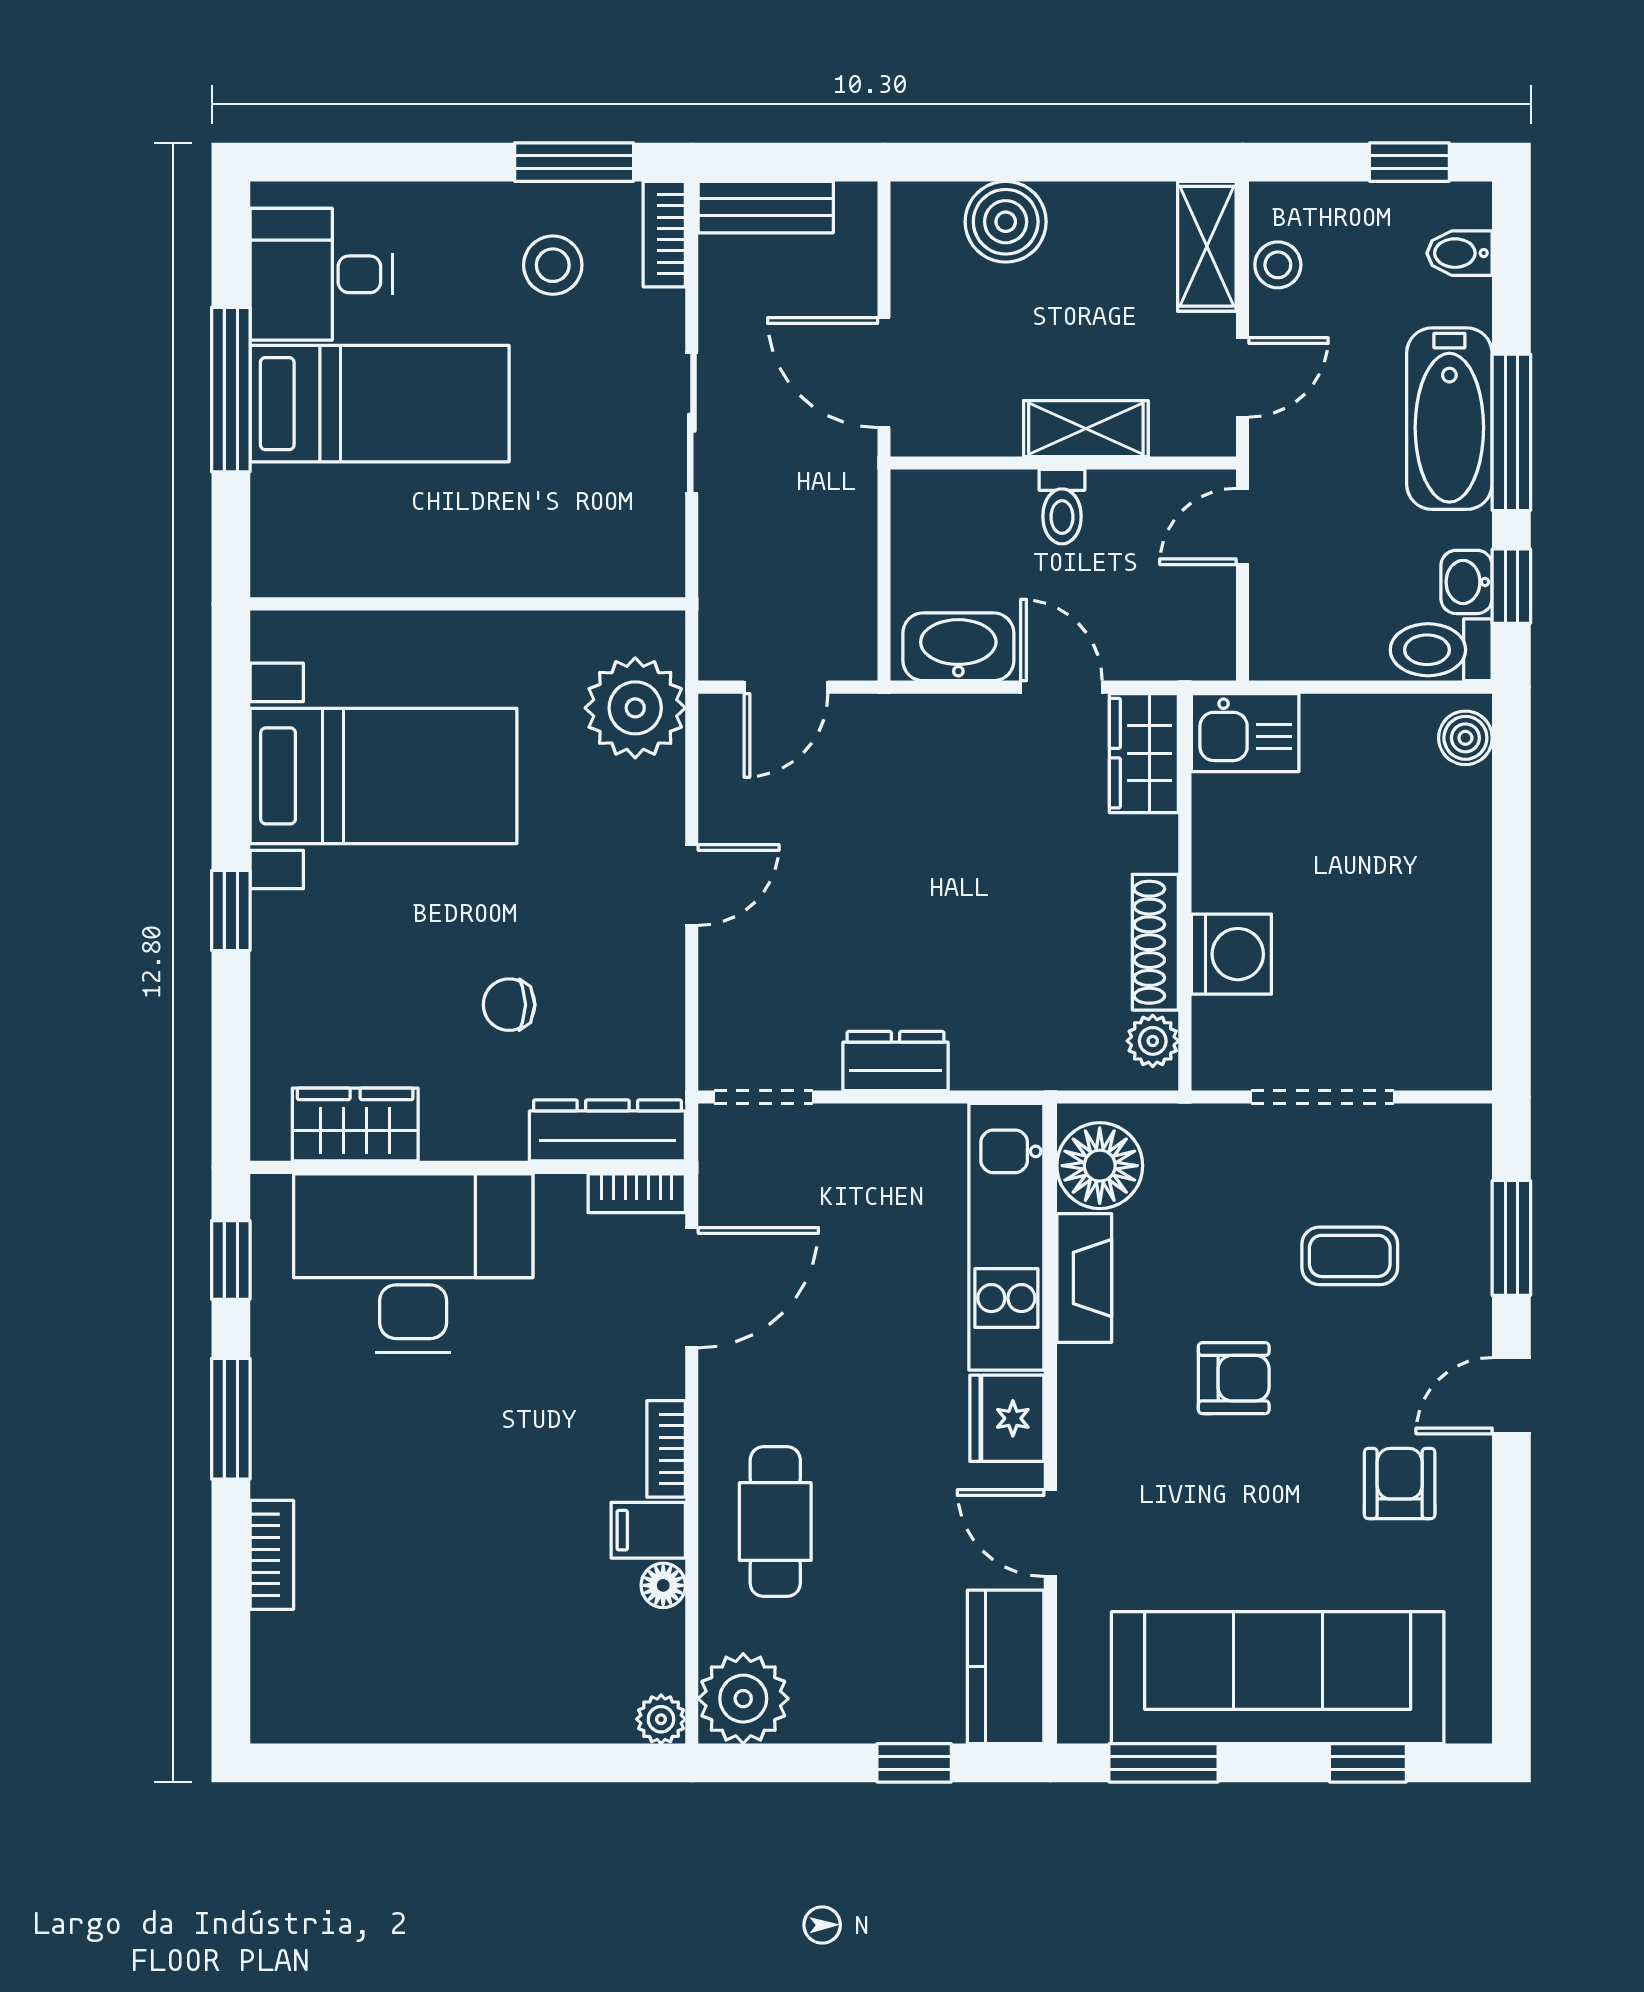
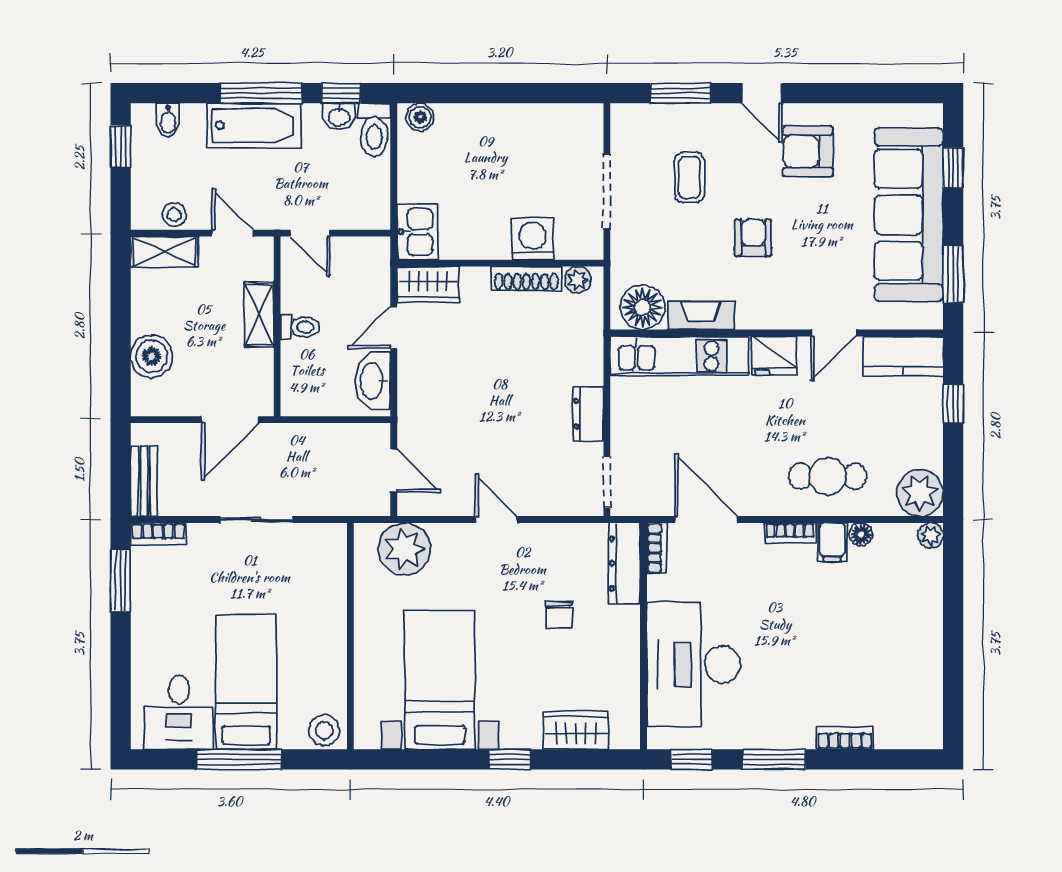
stool: (553, 265) -> (324, 730), moved
wardrobe: (355, 1124) -> (576, 730), moved, turned 90
armchair: (1400, 1483) -> (808, 151), width x1.38, depth x1.38

